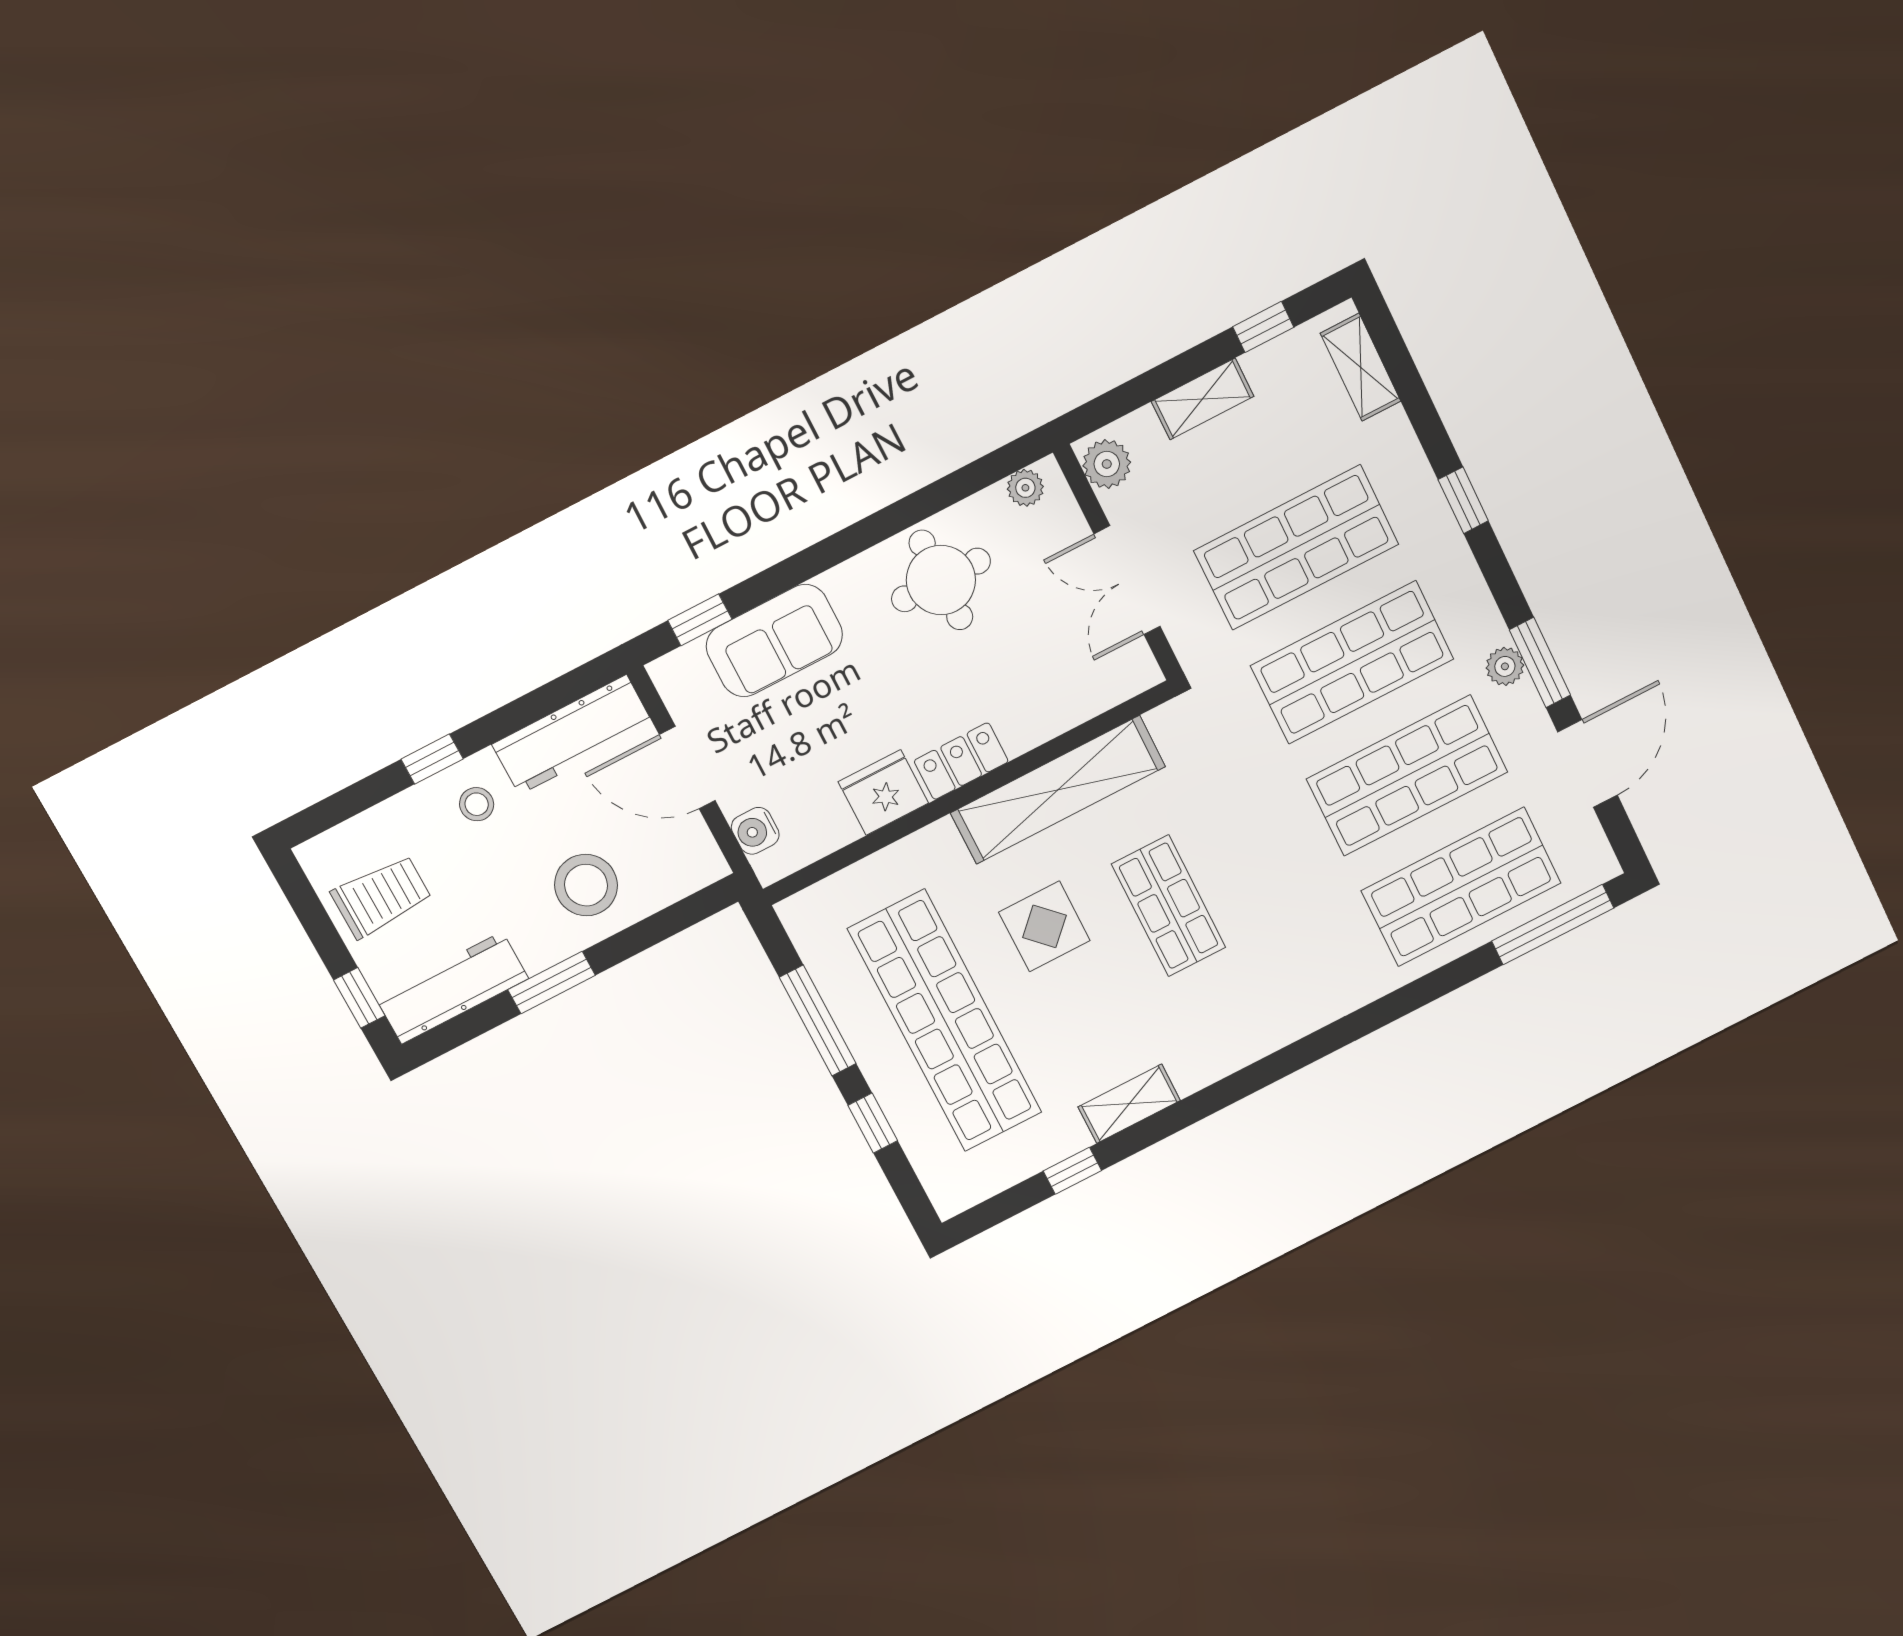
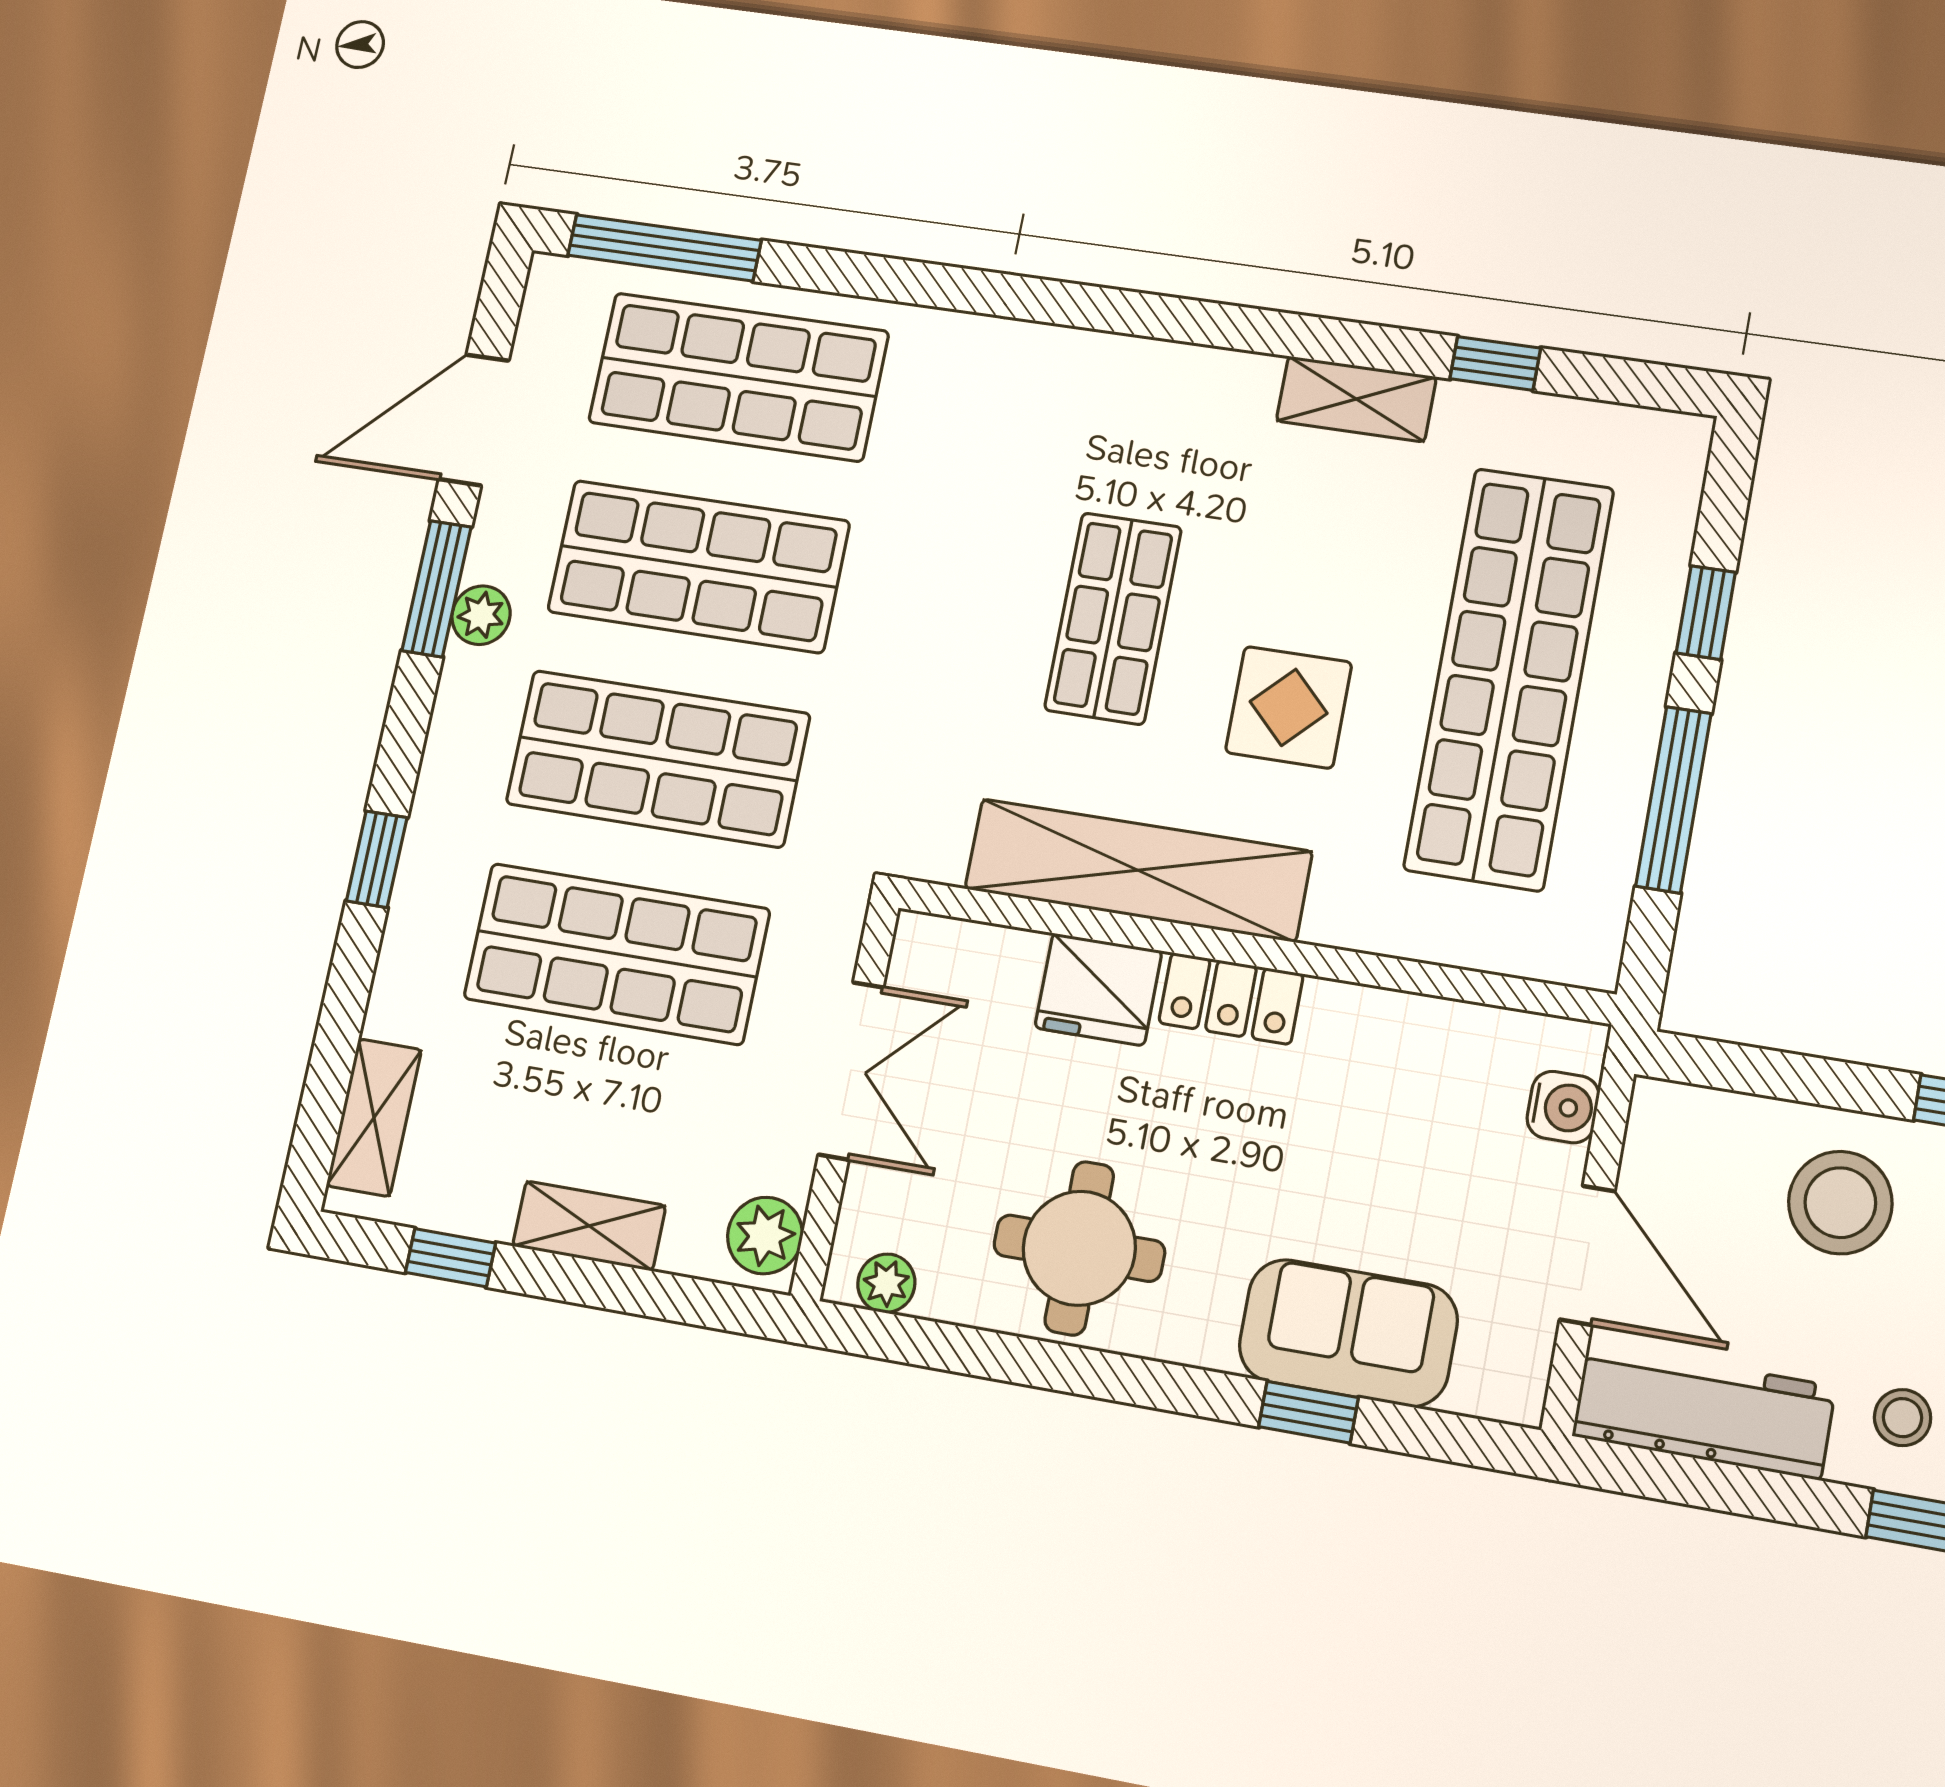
window: (700, 620) -> (1309, 1412), moved
fridge: (883, 792) -> (1098, 989), moved

